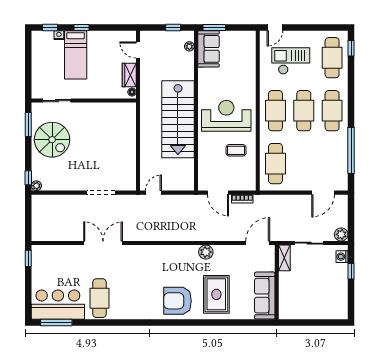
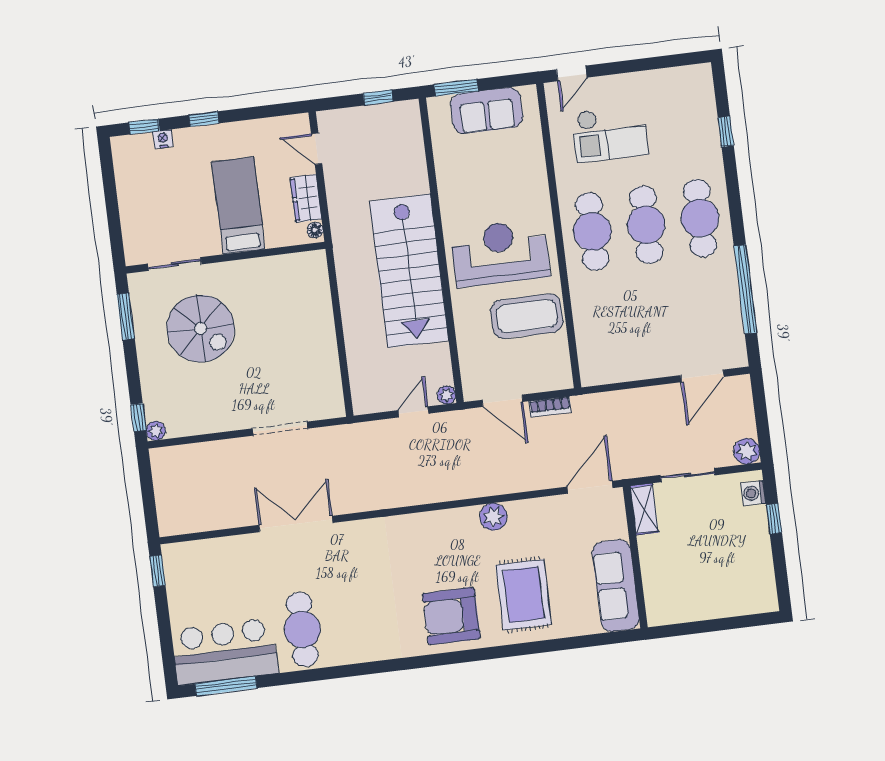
plant: (189, 46) -> (447, 395), moved
window: (351, 48) -> (726, 132), moved
sofa: (208, 49) -> (487, 111), moved, turned 90
bed: (76, 55) -> (238, 206), moved, turned 180
cafe table: (332, 58) -> (687, 117), removed
checkout: (291, 61) -> (610, 134), turned 180
spiral stairs: (52, 140) -> (201, 329), moved
coffee table: (236, 150) -> (527, 316), width x1.86, depth x1.72
cafe table: (275, 164) -> (605, 332), removed
door: (153, 193) -> (413, 412), moved

